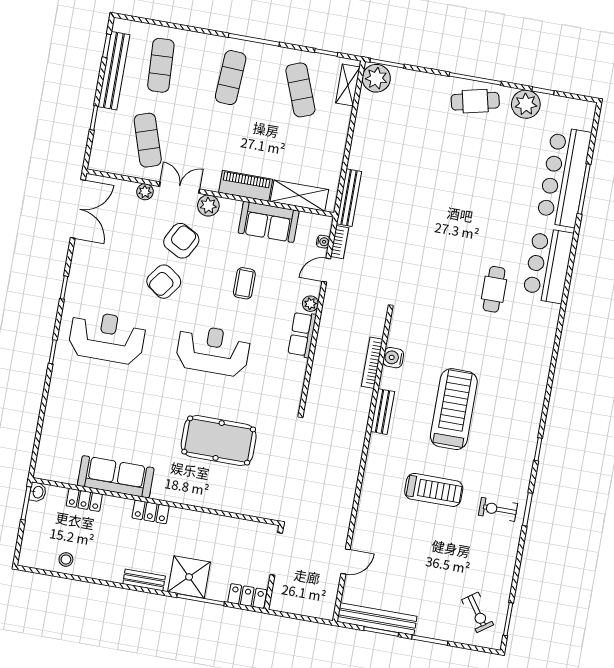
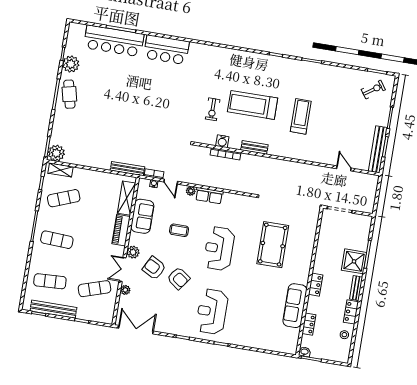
cafe table: (494, 289) -> (181, 82), removed
exercise bike: (498, 509) -> (213, 109), moved
locker: (247, 596) -> (351, 312), moved

